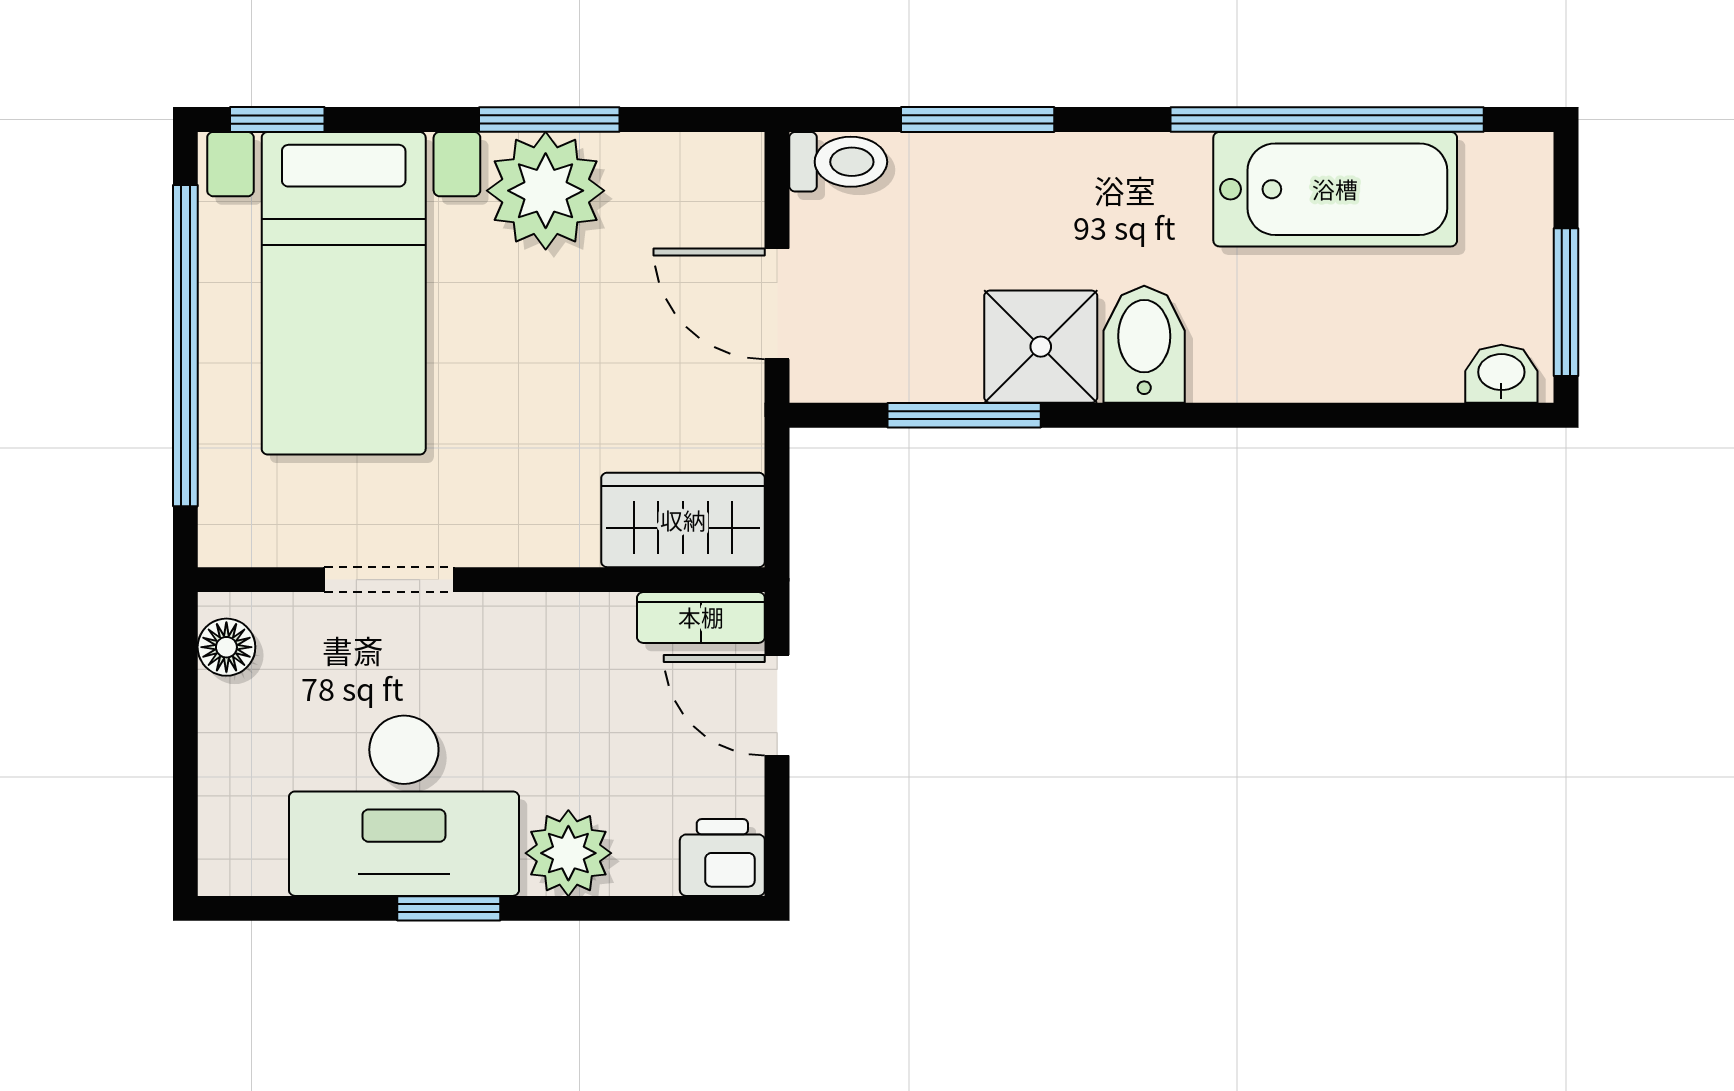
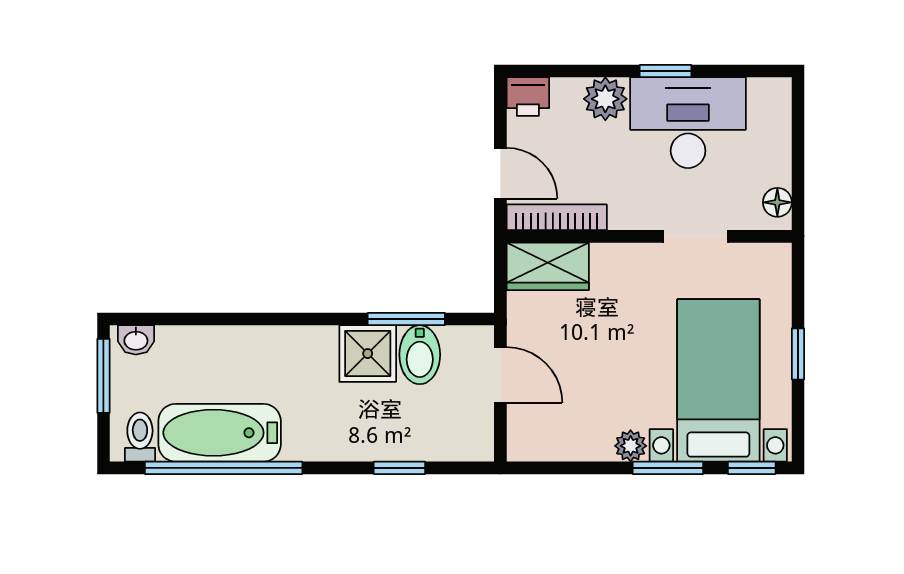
window: (549, 119) -> (668, 468), moved
window: (978, 119) -> (399, 468), width x0.67
toilet: (838, 162) -> (140, 437), moved, turned 90
plant: (546, 191) -> (631, 446), width x0.53, depth x0.53
bidet: (1144, 344) -> (420, 355), moved
window: (185, 346) -> (798, 354), width x0.32
bookcase: (701, 617) -> (557, 217), width x1.56

